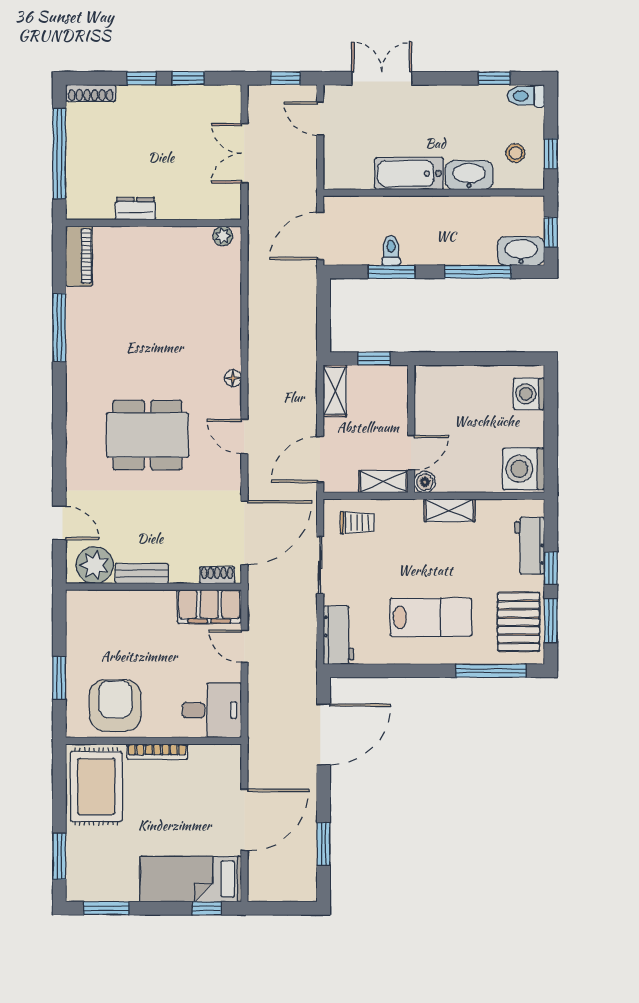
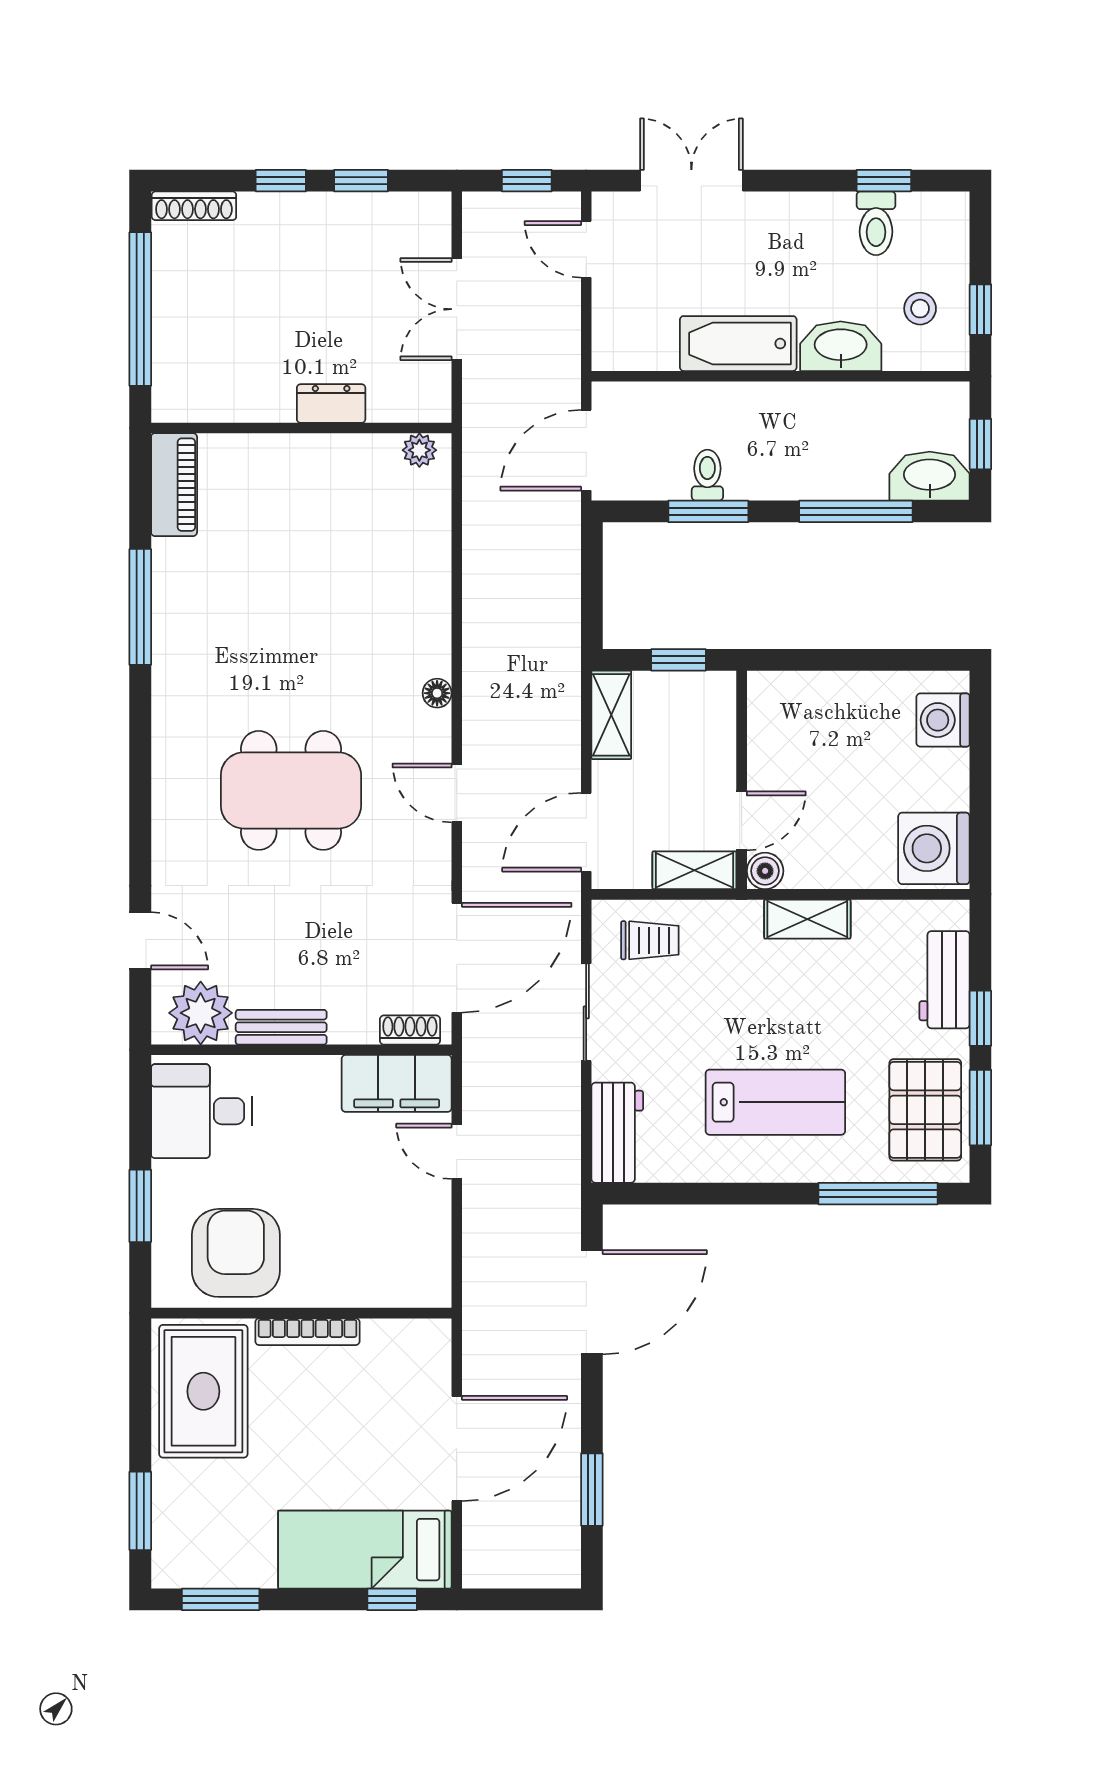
toilet: (526, 96) -> (876, 223), moved, turned -90
dresser: (135, 209) -> (331, 404), moved
desk: (212, 710) -> (202, 1111), moved, turned 180

